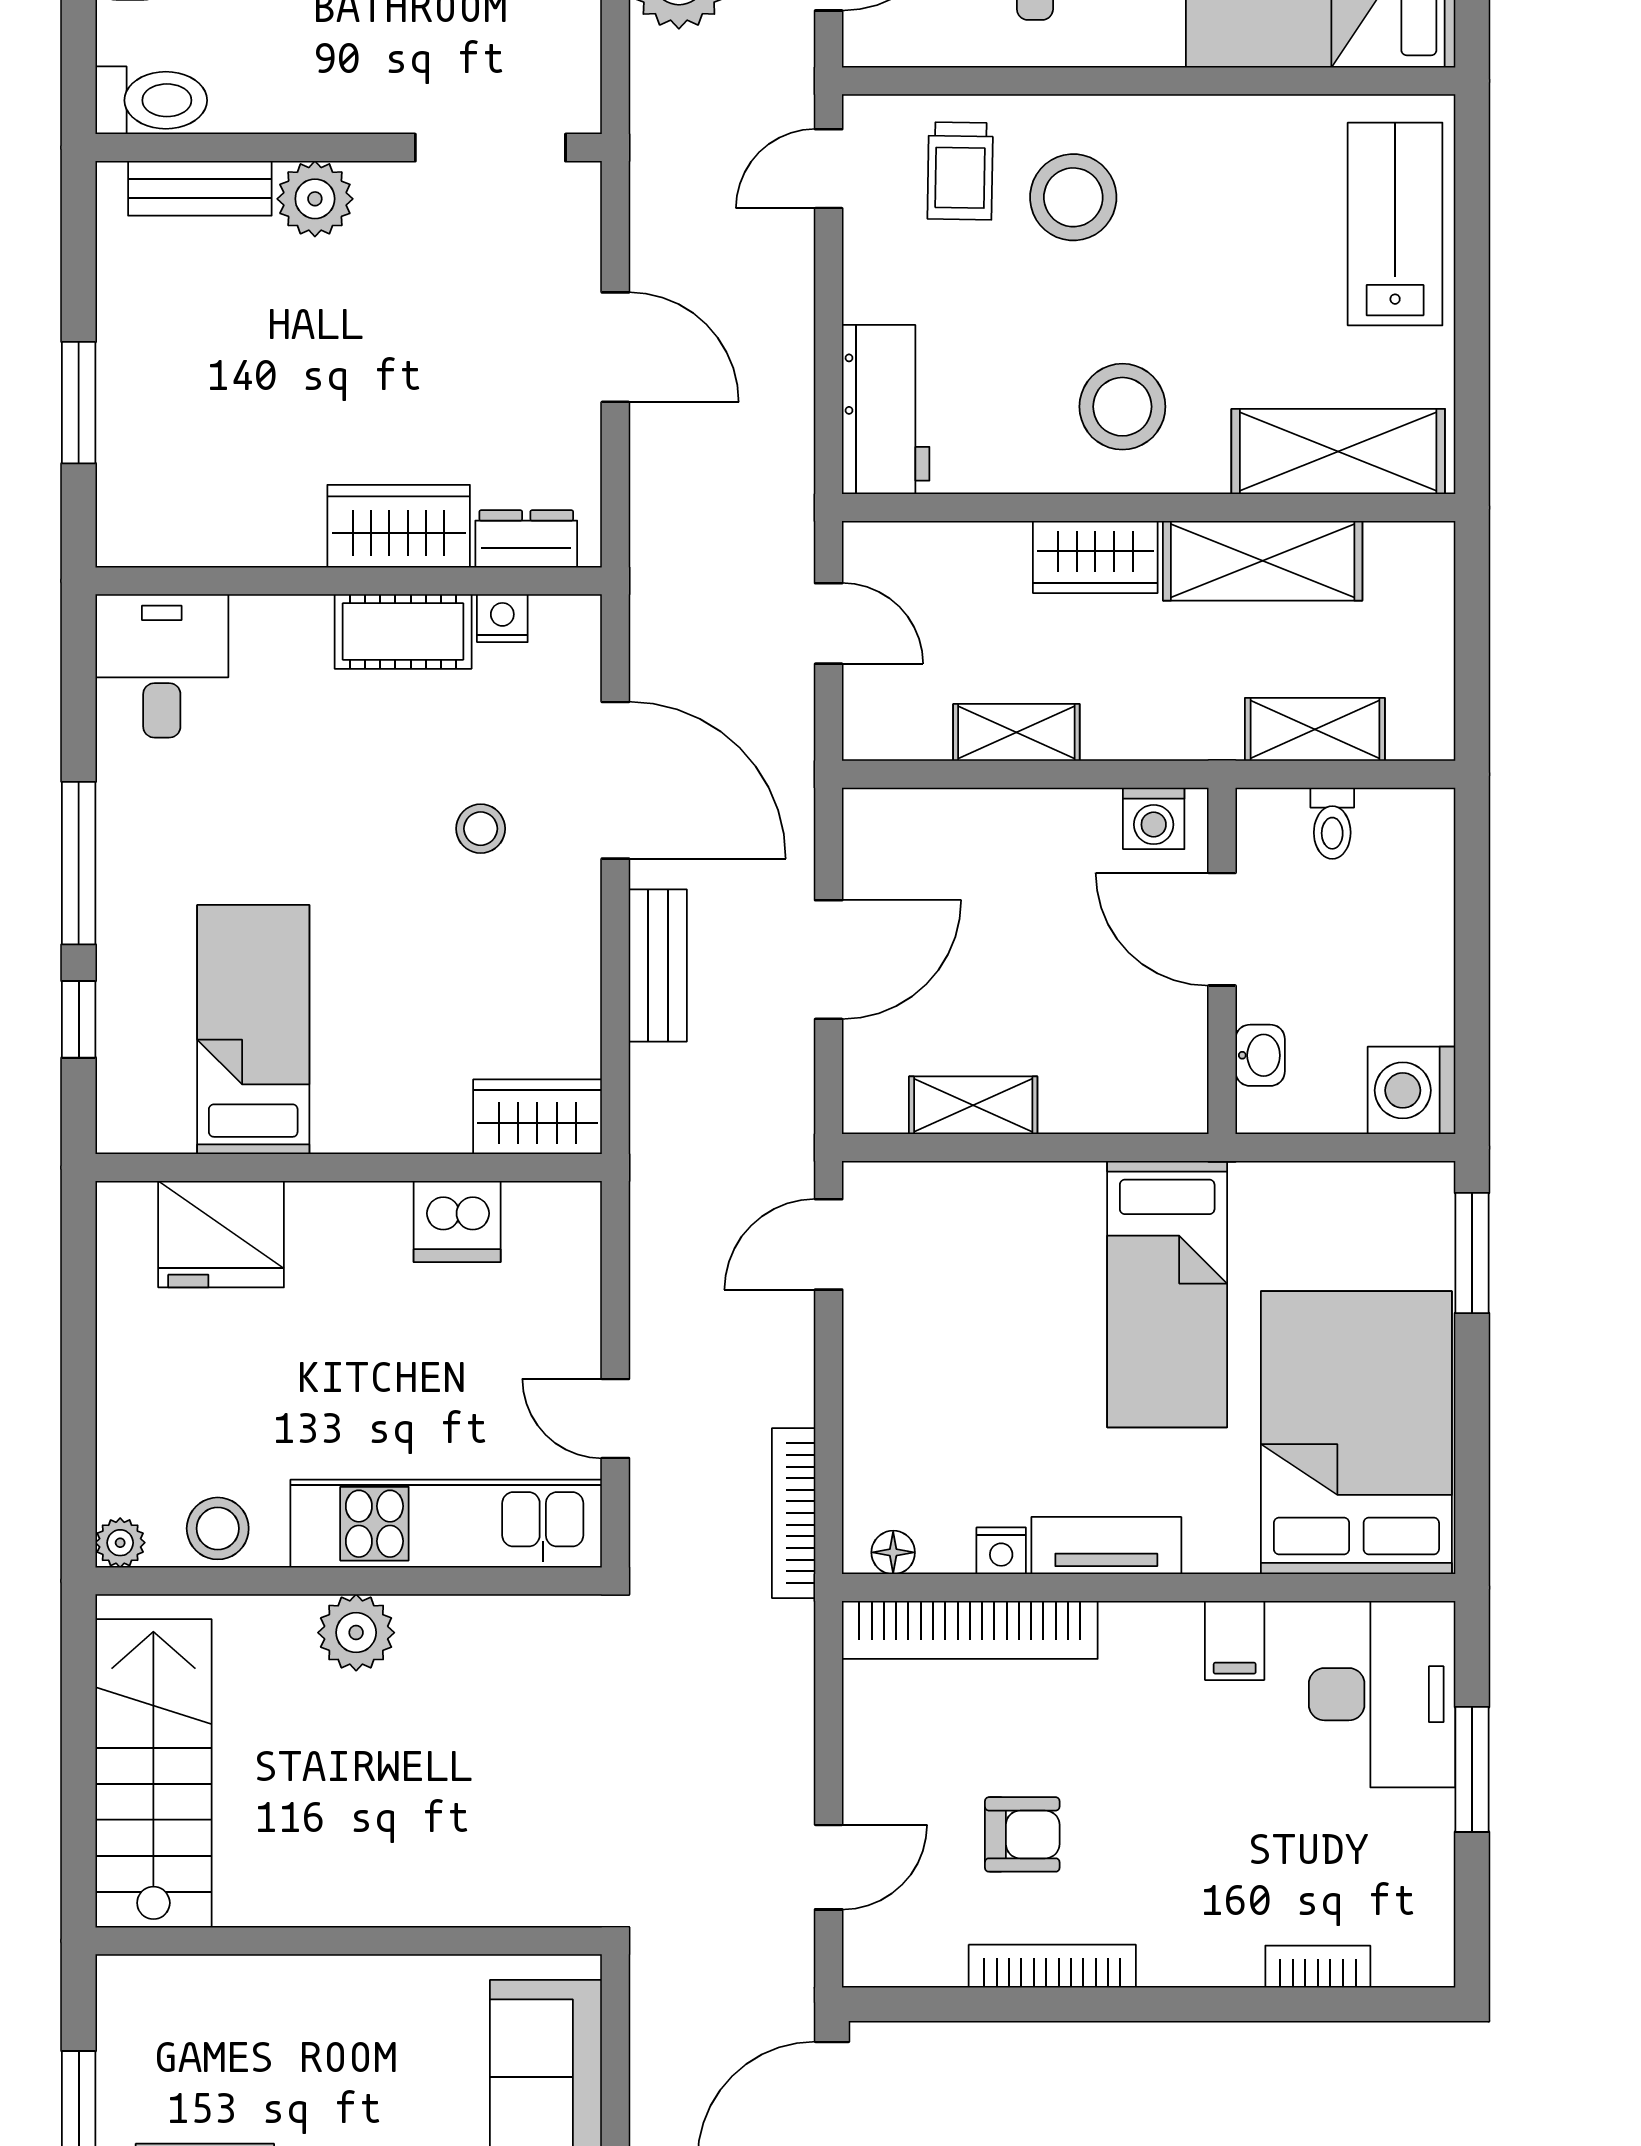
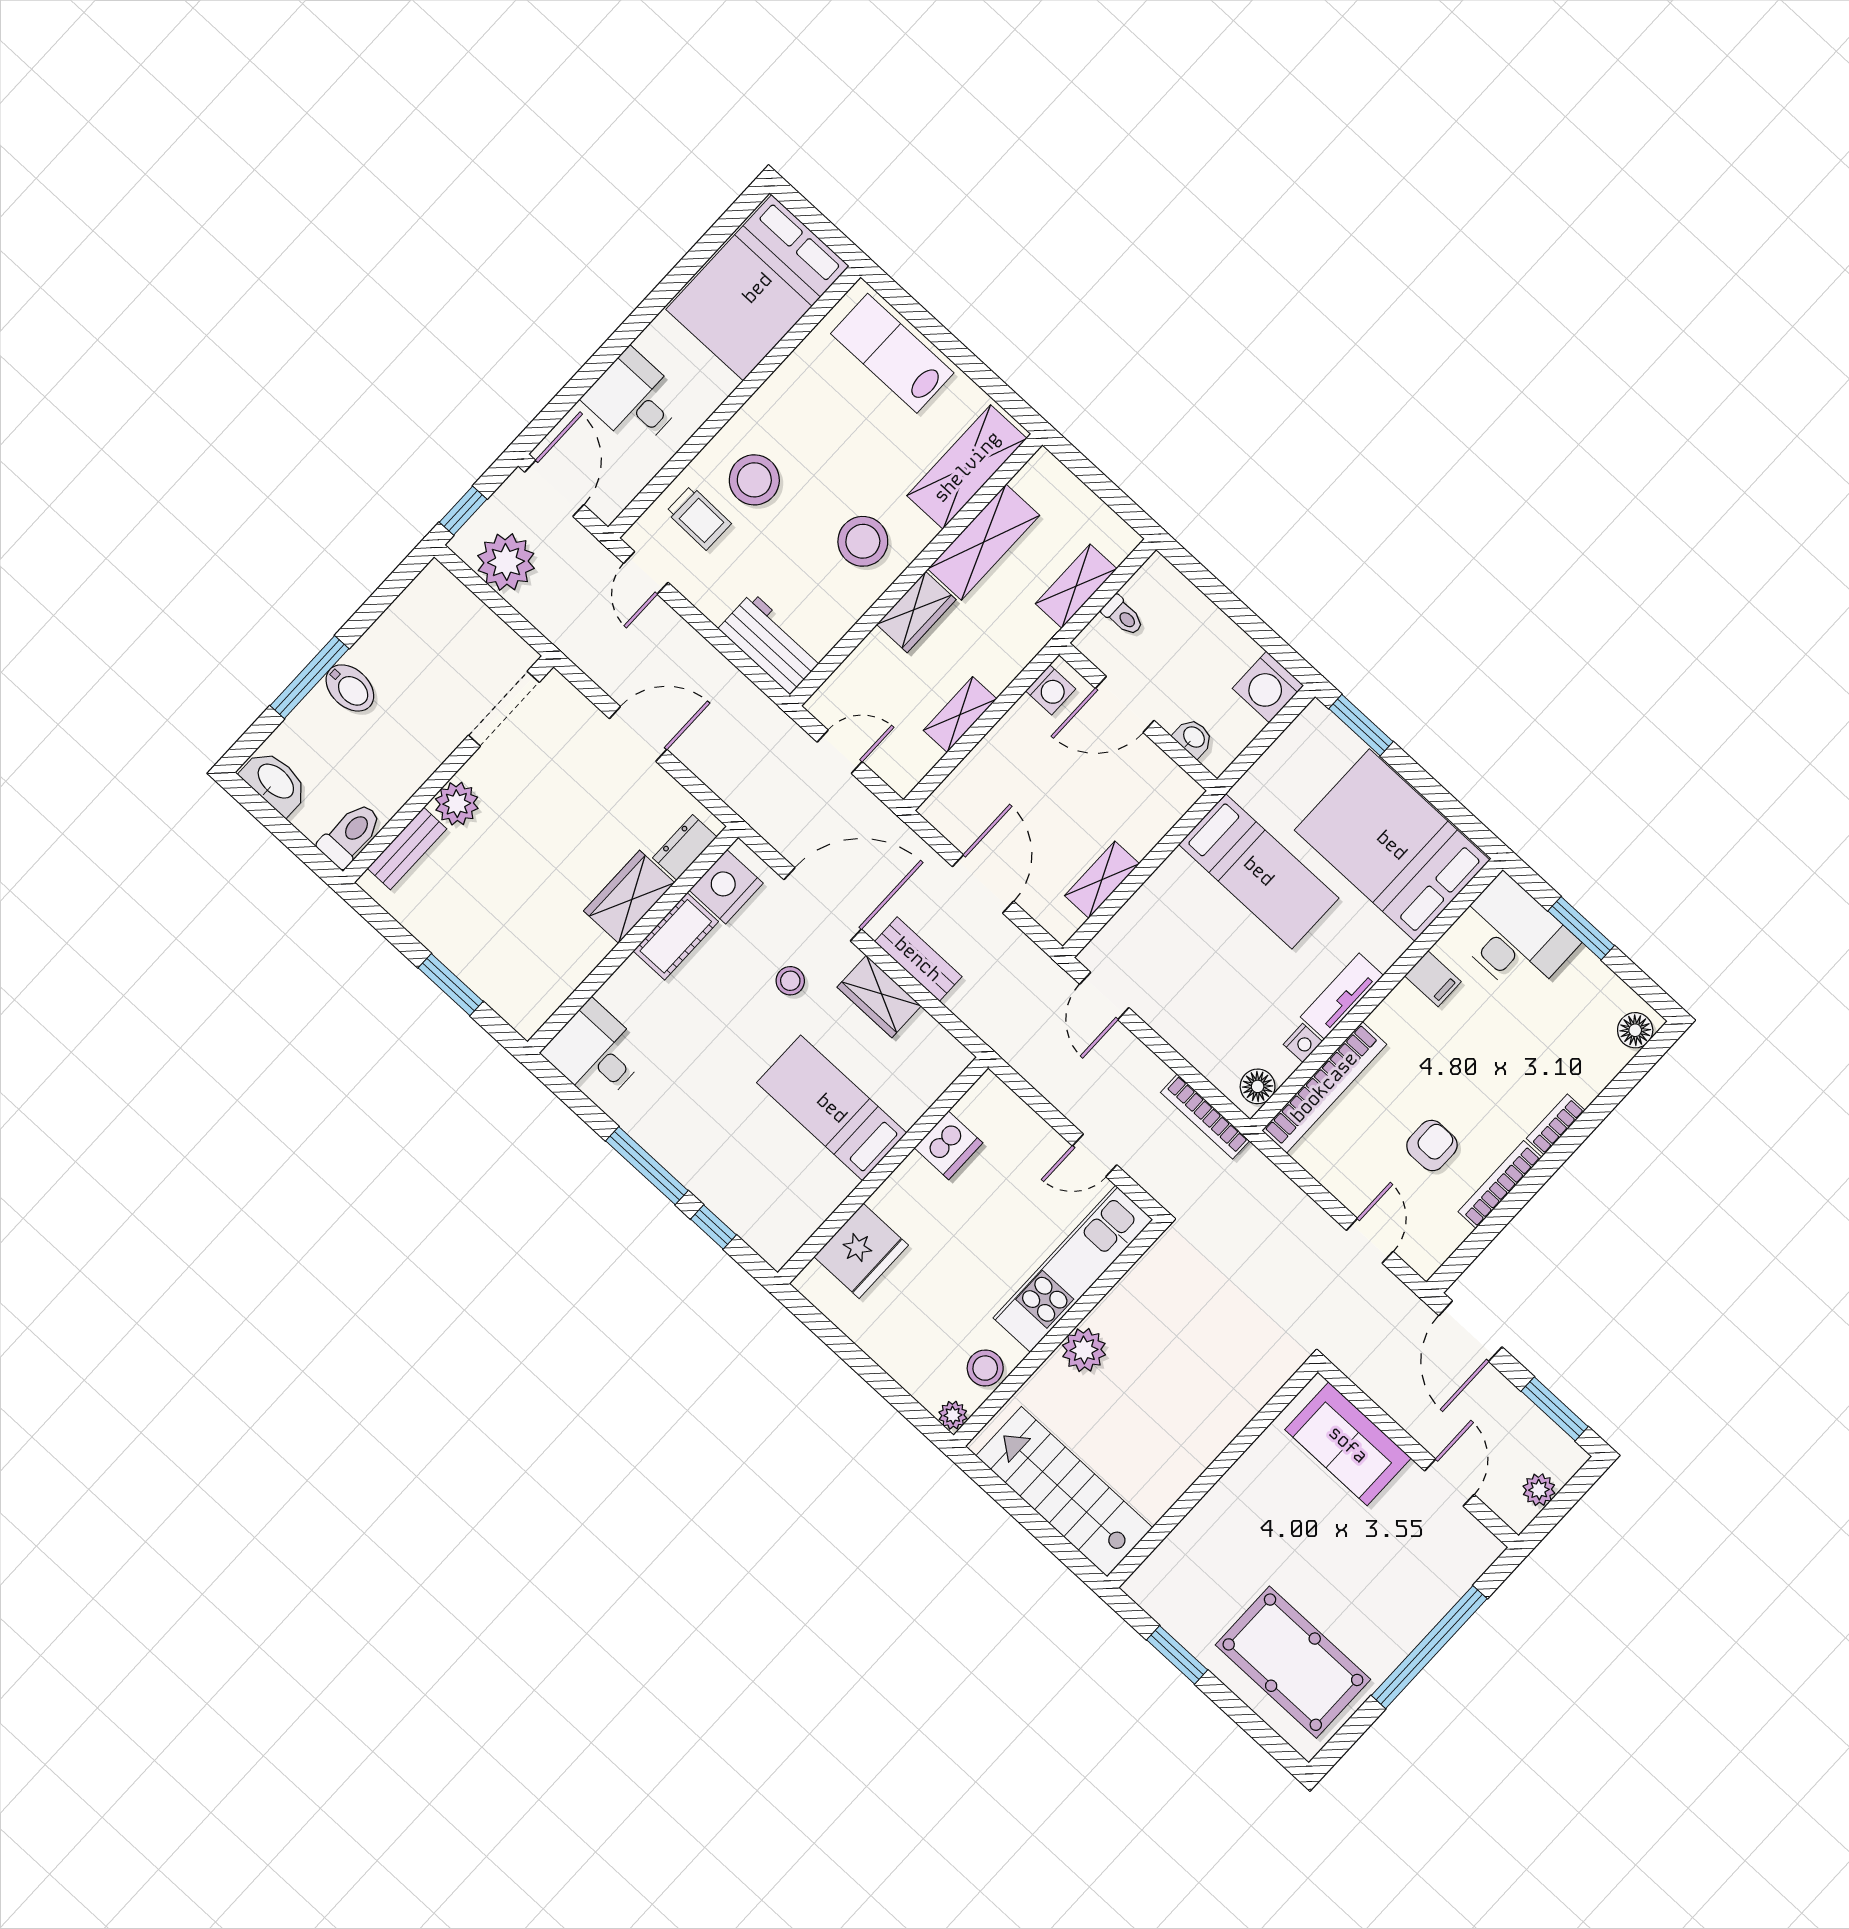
nightstand: (502, 618) -> (726, 887), width x1.89, depth x1.79
bed: (253, 1030) -> (832, 1108), moved
wardrobe: (537, 1117) -> (879, 996), moved, turned -90
floor lamp: (893, 1552) -> (1258, 1086), width x1.37, depth x1.37
floor lamp: (1406, 1957) -> (1635, 1030), added
bookcase: (1318, 1967) -> (1556, 1124), moved

